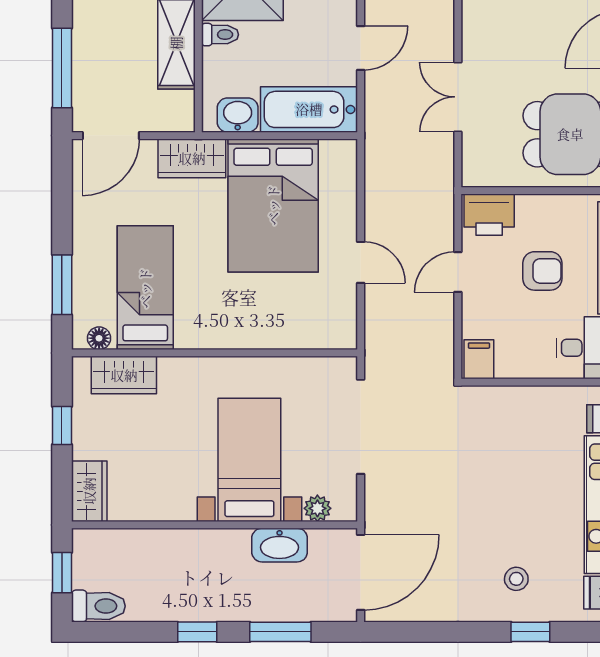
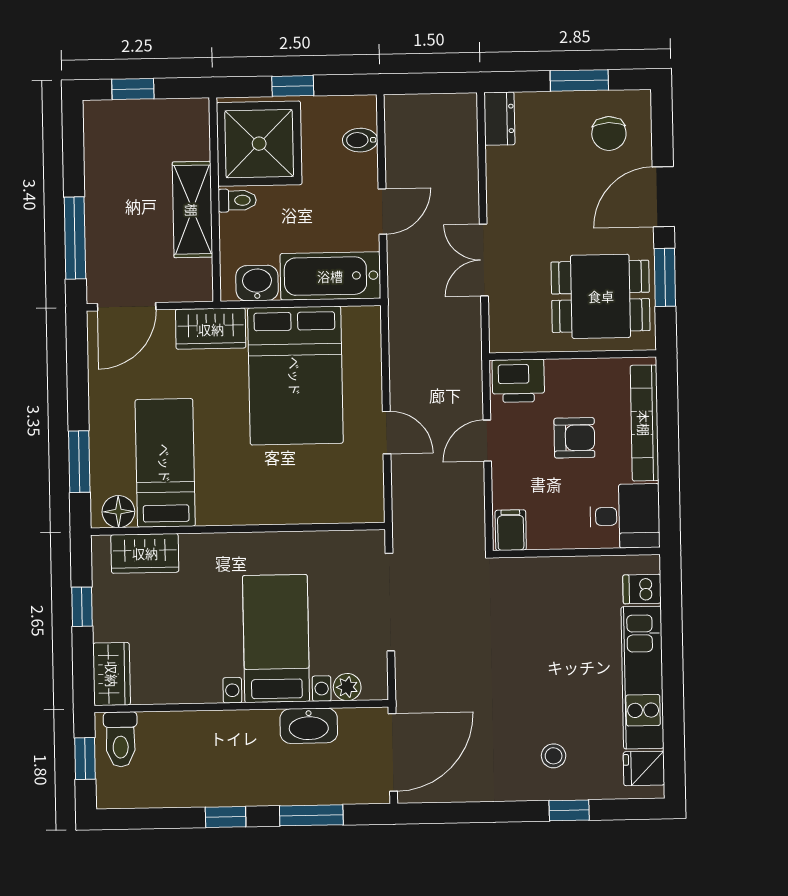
floor lamp: (99, 338) -> (118, 512), width x1.37, depth x1.37
toilet: (98, 606) -> (121, 739), moved, turned 90

